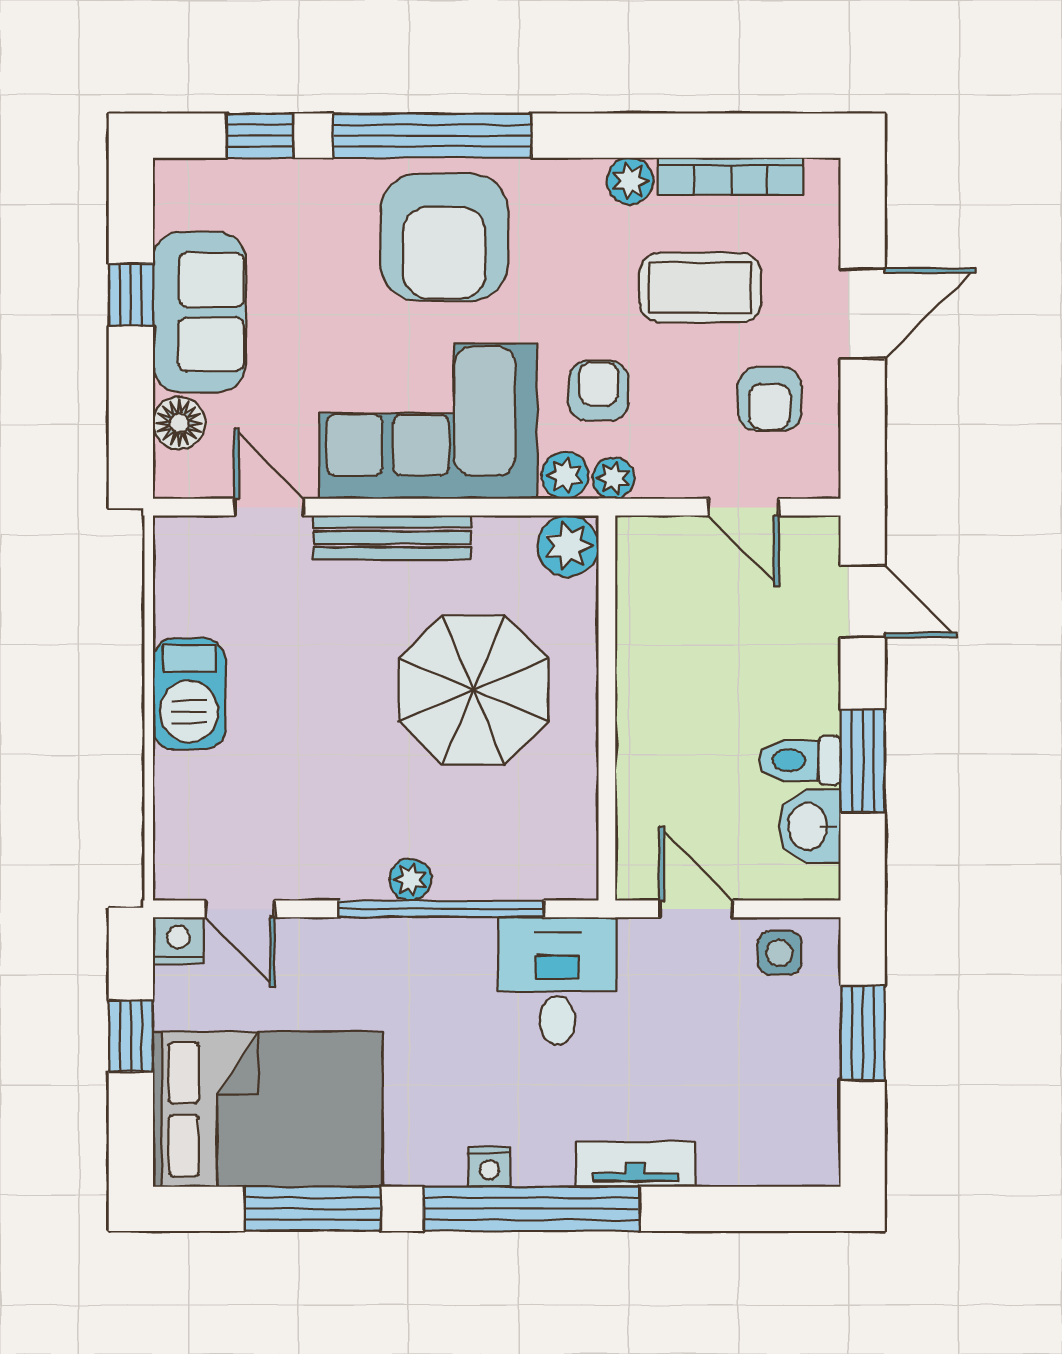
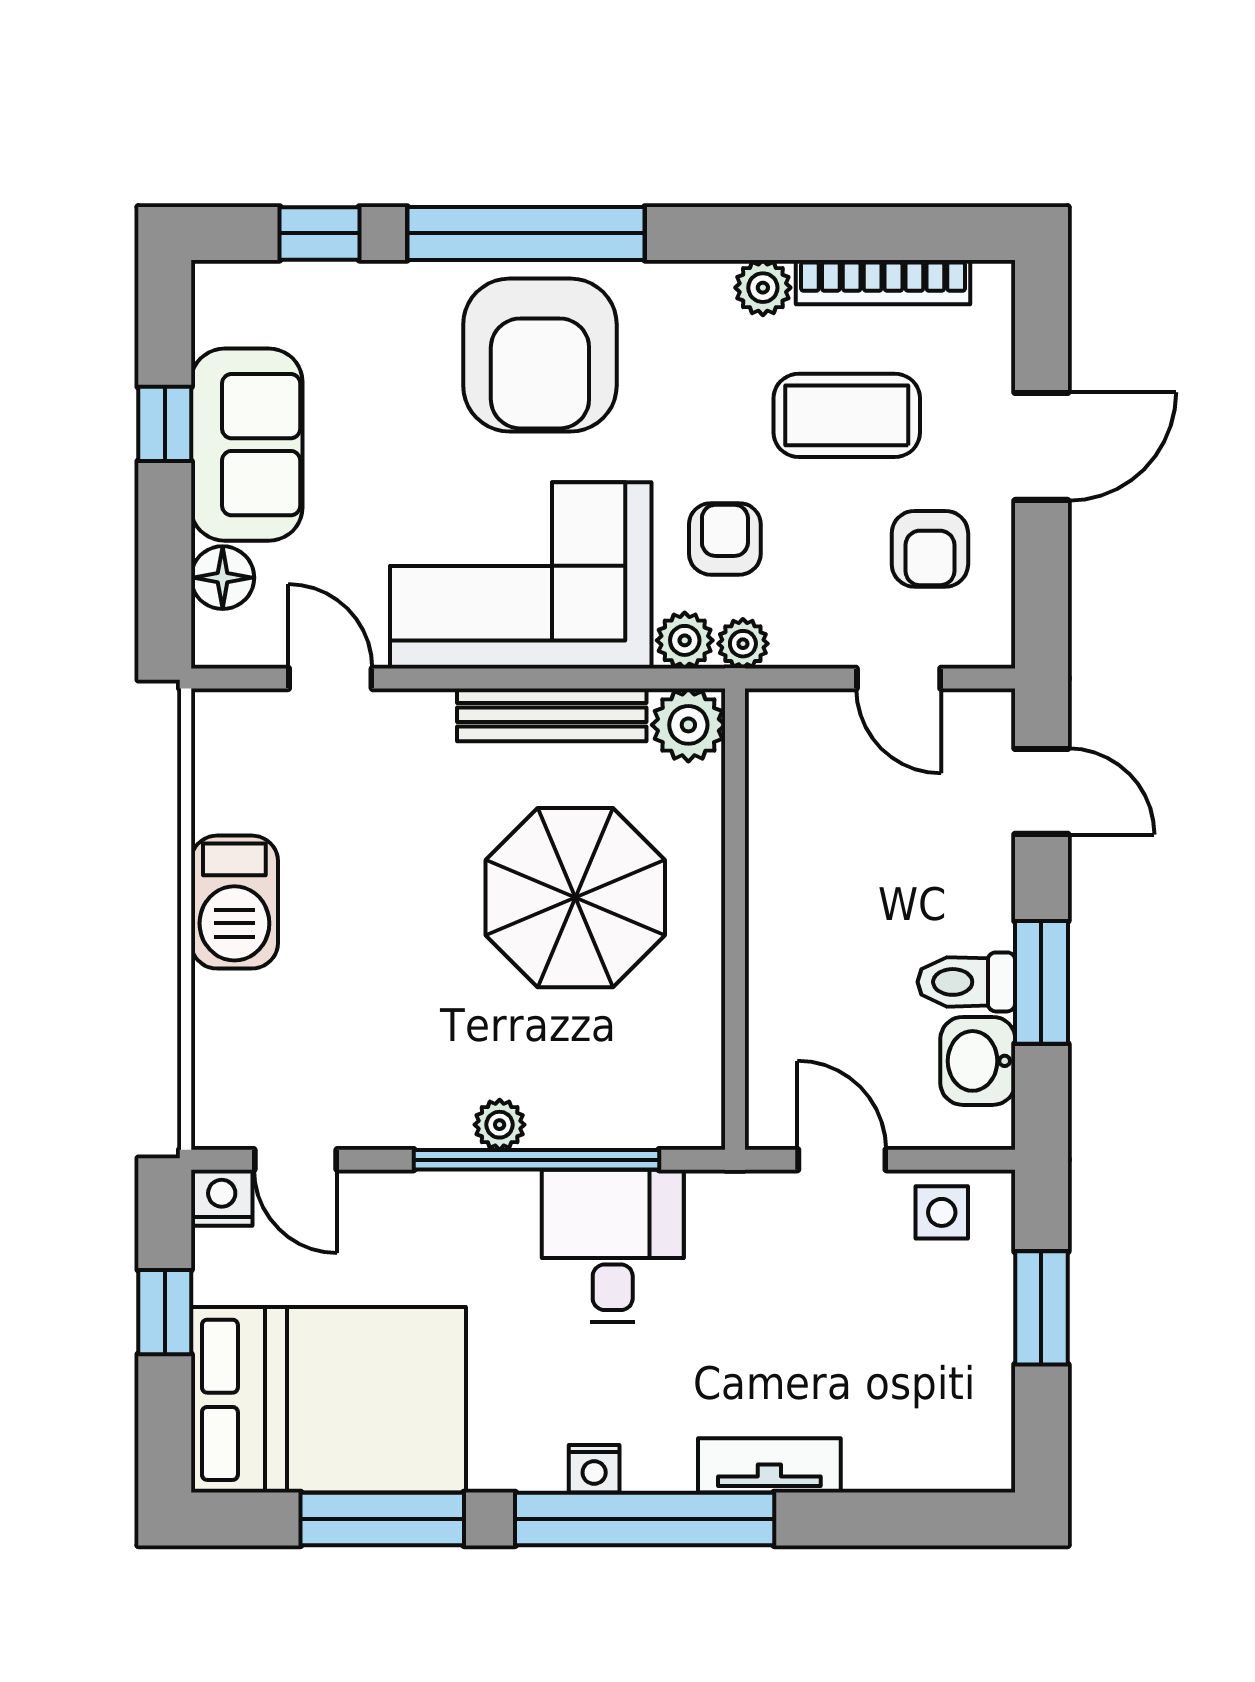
bench: (392, 537) -> (552, 715), moved
desk: (557, 981) -> (613, 1246), moved

